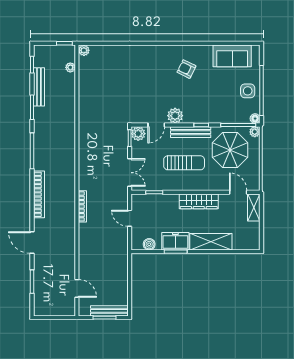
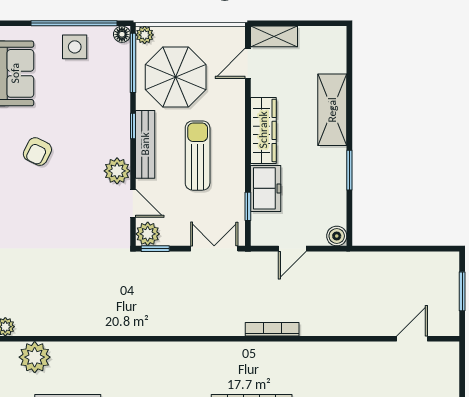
plant: (70, 67) -> (35, 357), width x1.88, depth x1.88
freezer: (175, 241) -> (266, 188), moved, turned 180
boiler: (149, 244) -> (337, 236), moved
bench: (109, 311) -> (450, 283), removed

